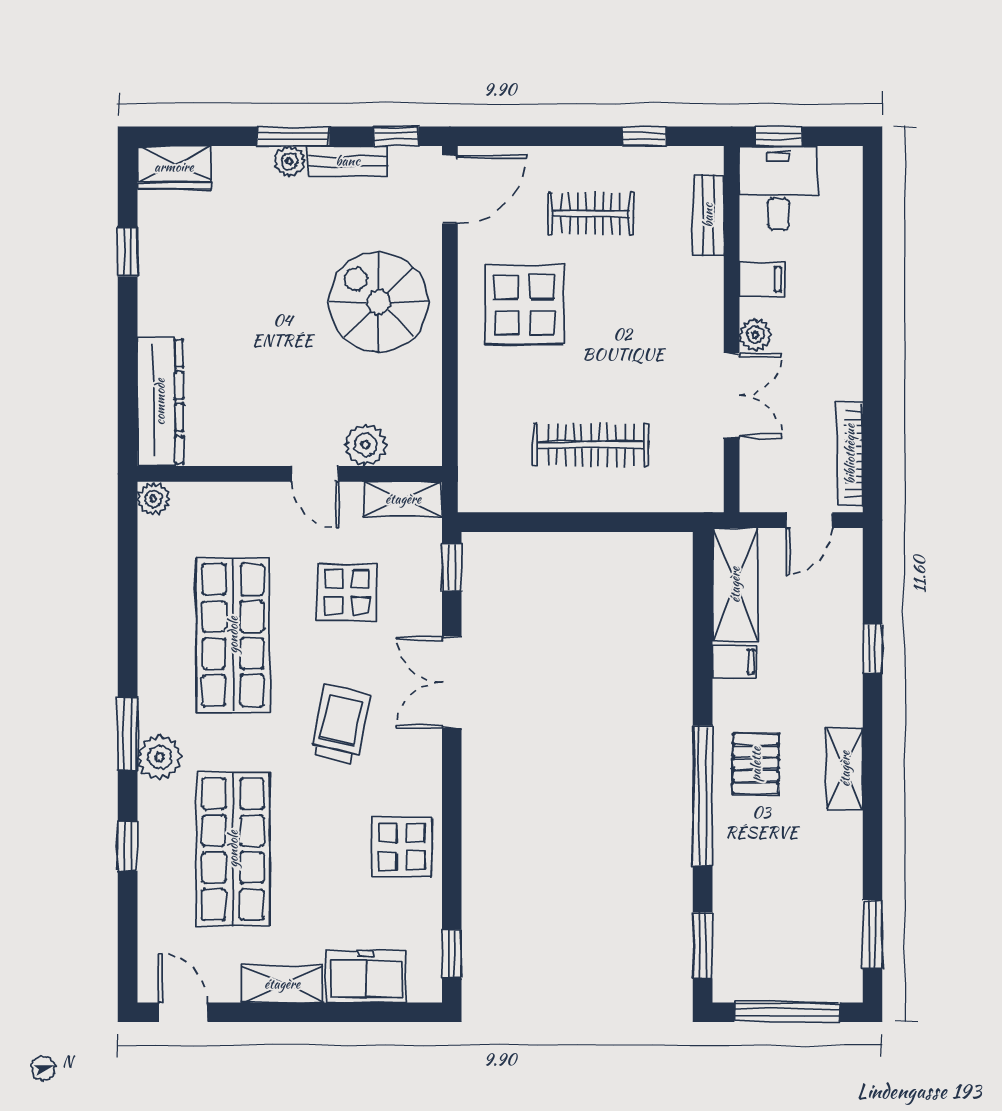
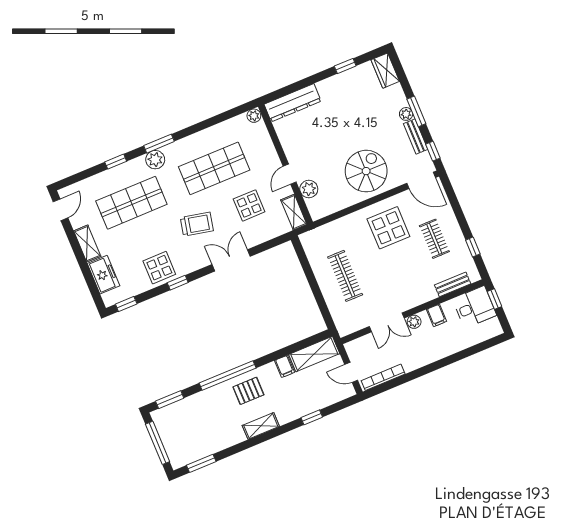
window: (452, 568) -> (178, 283), moved

